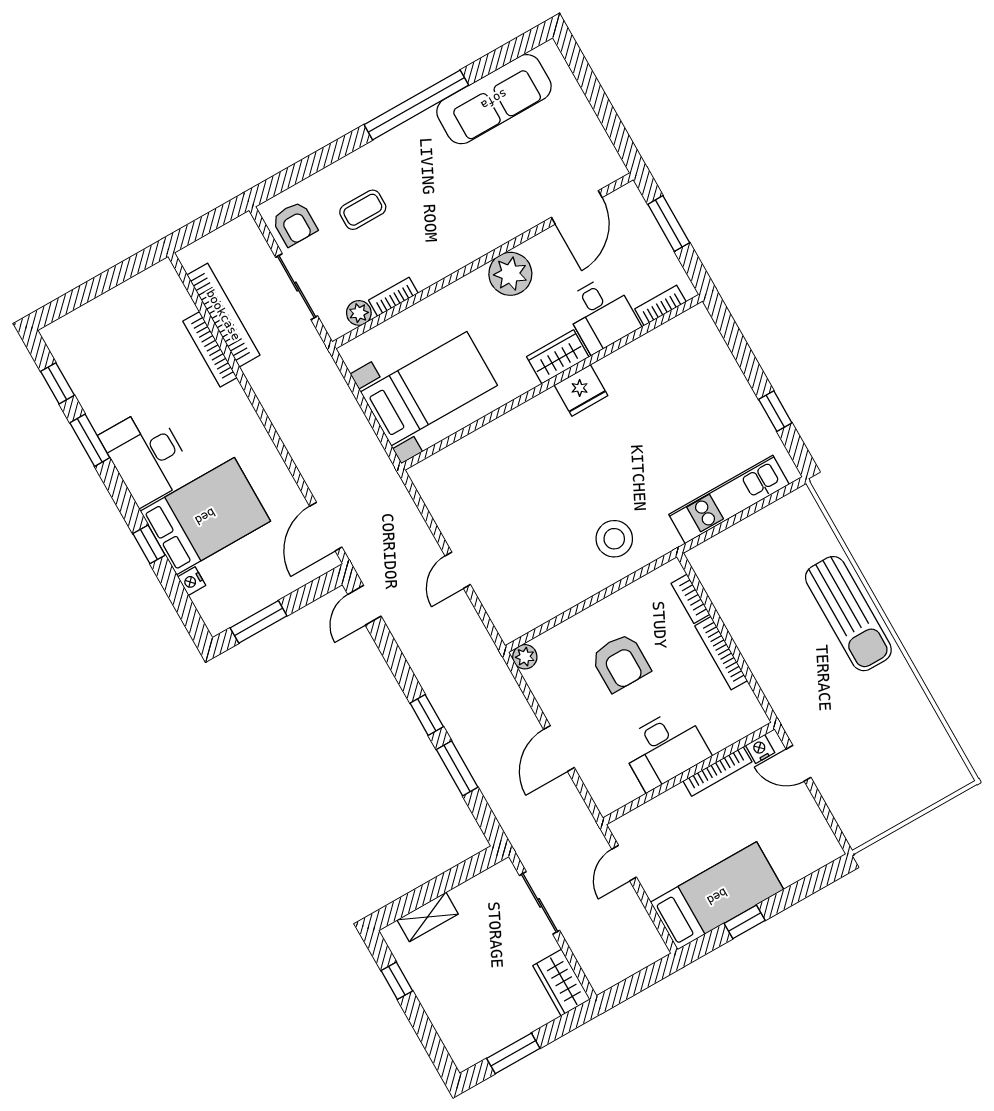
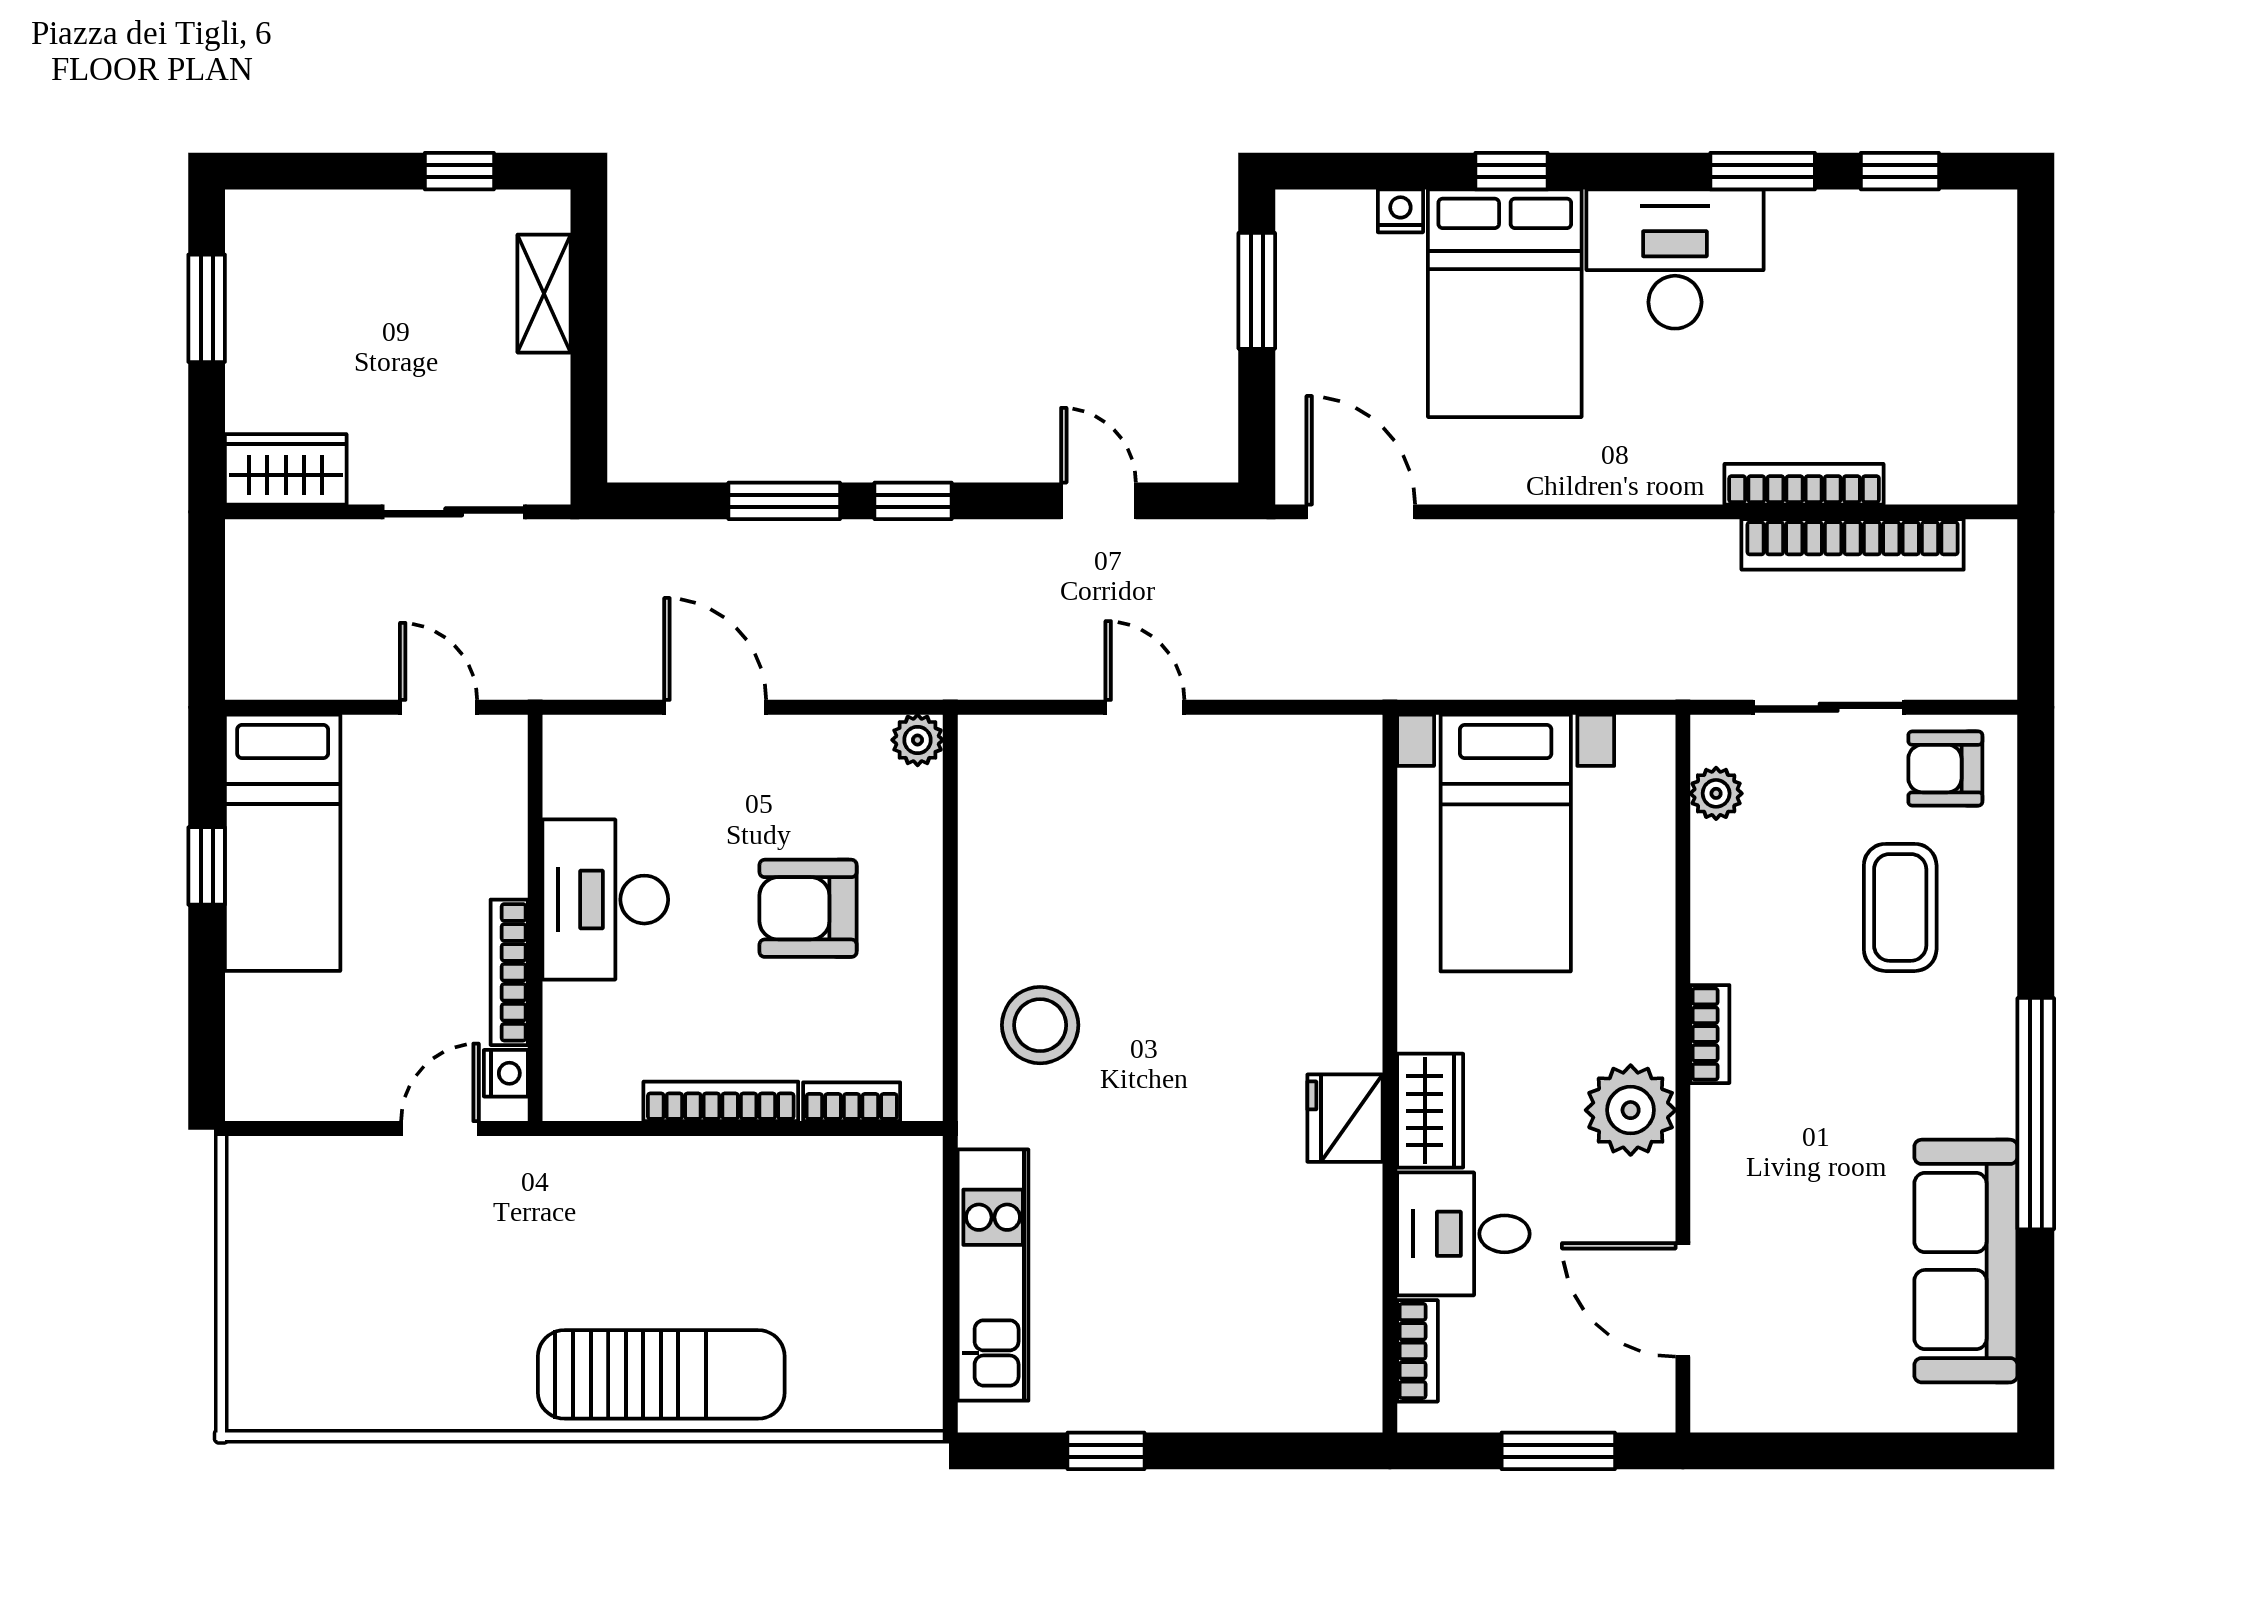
coffee table: (363, 210) -> (1900, 907), width x1.36, depth x1.30
bookcase: (393, 297) -> (1710, 1034), moved
door: (364, 605) -> (1098, 501), moved
sun lounger: (848, 614) -> (661, 1374), turned 180

